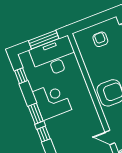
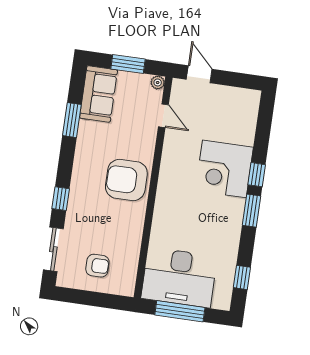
armchair: (100, 39) -> (97, 266), turned -90
corner desk: (52, 101) -> (224, 169), moved

